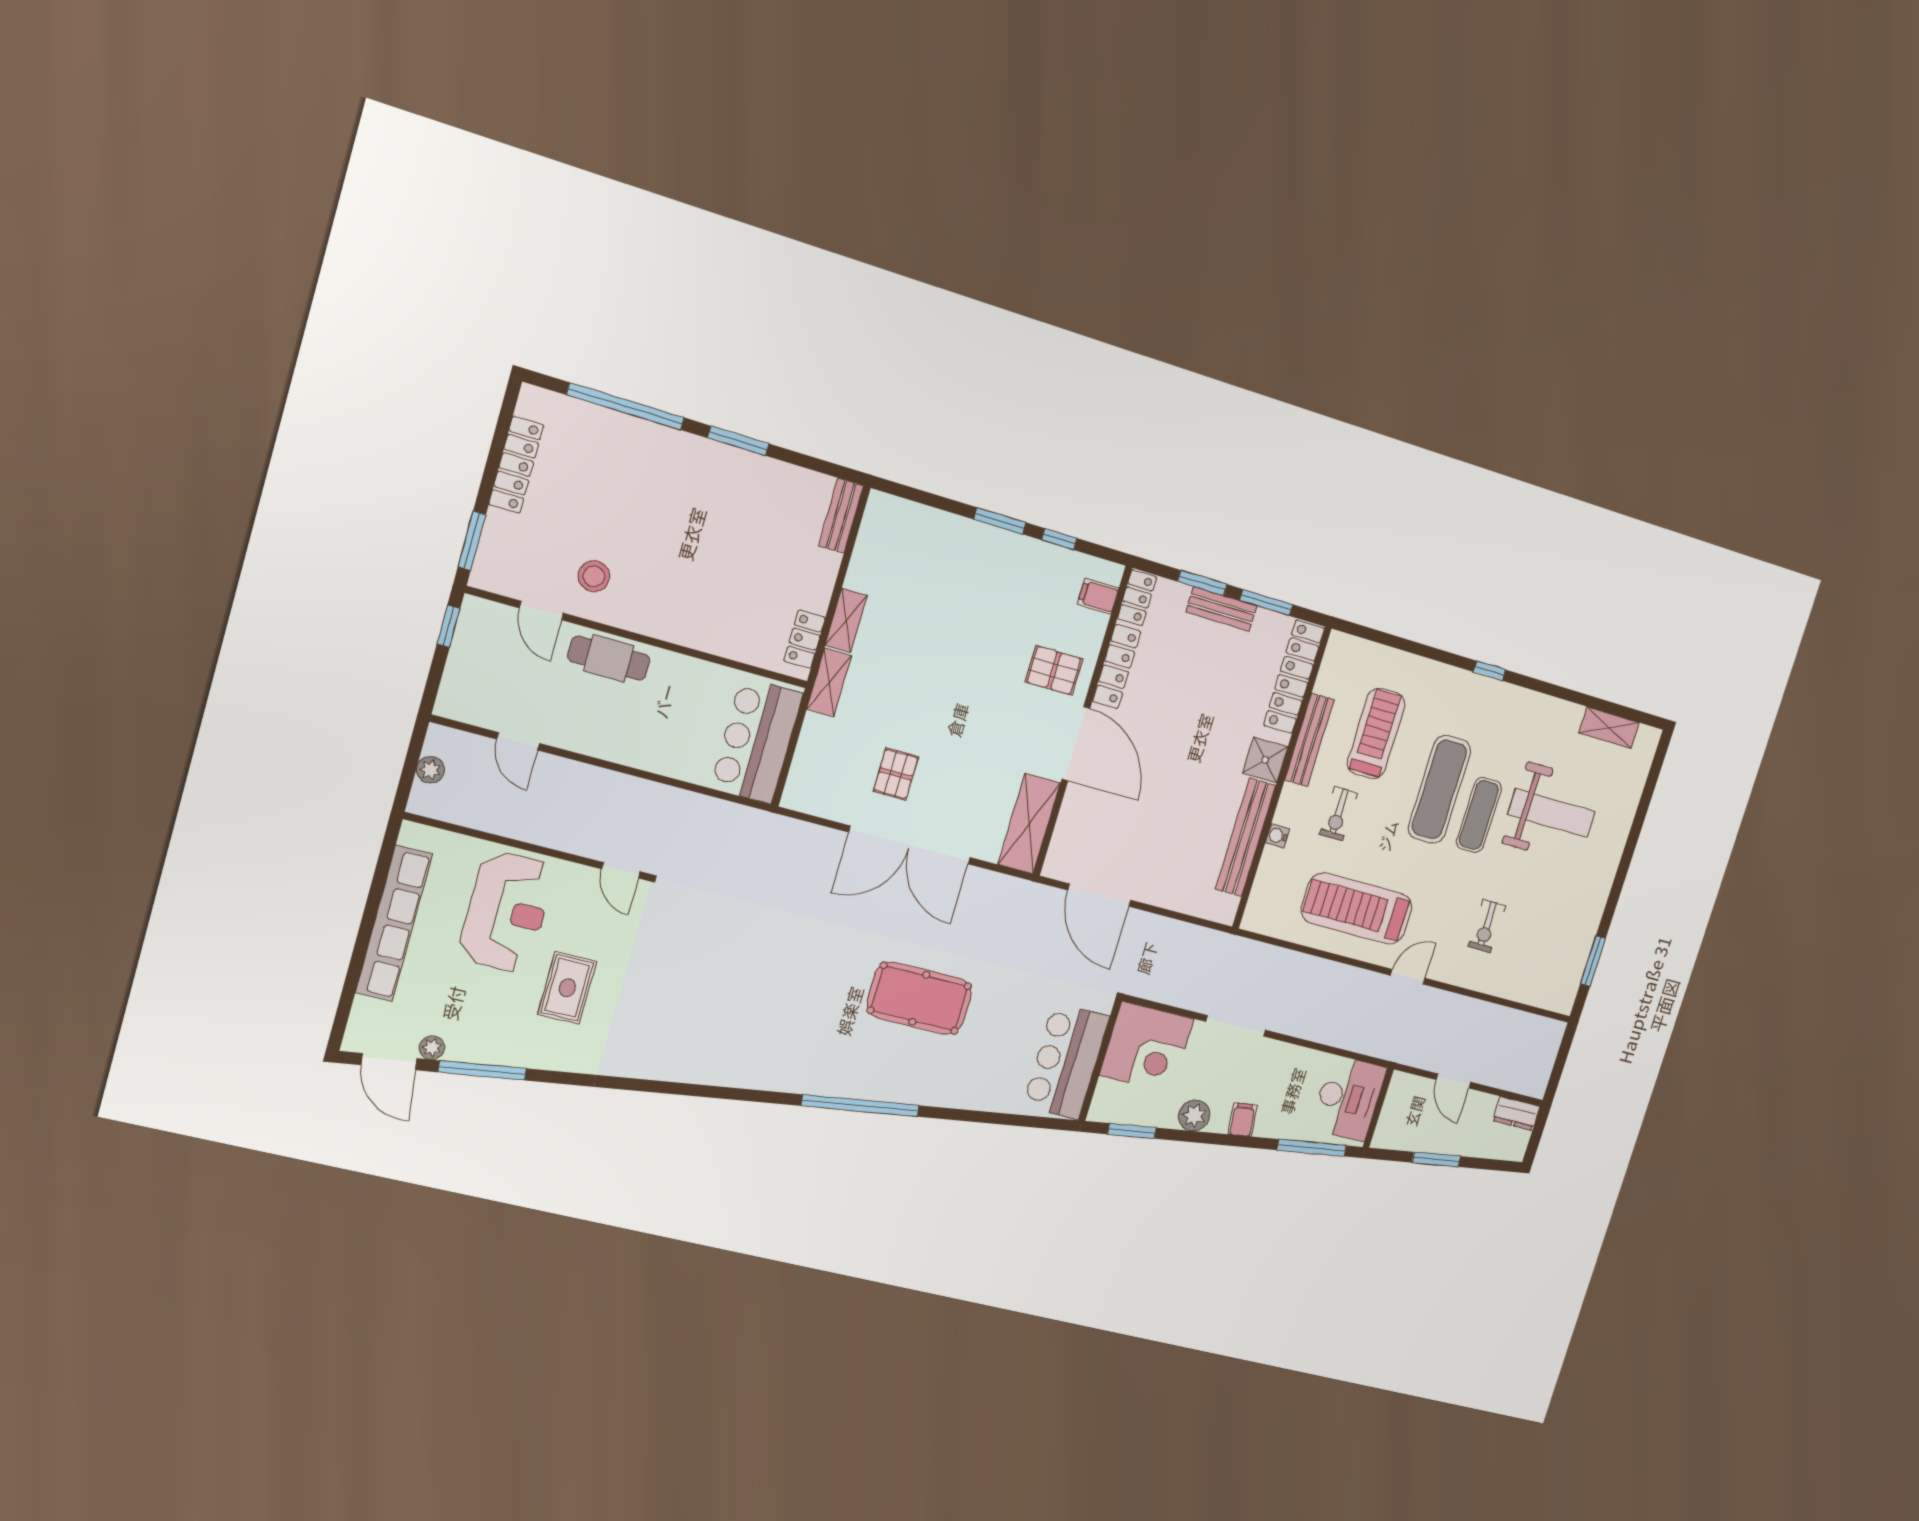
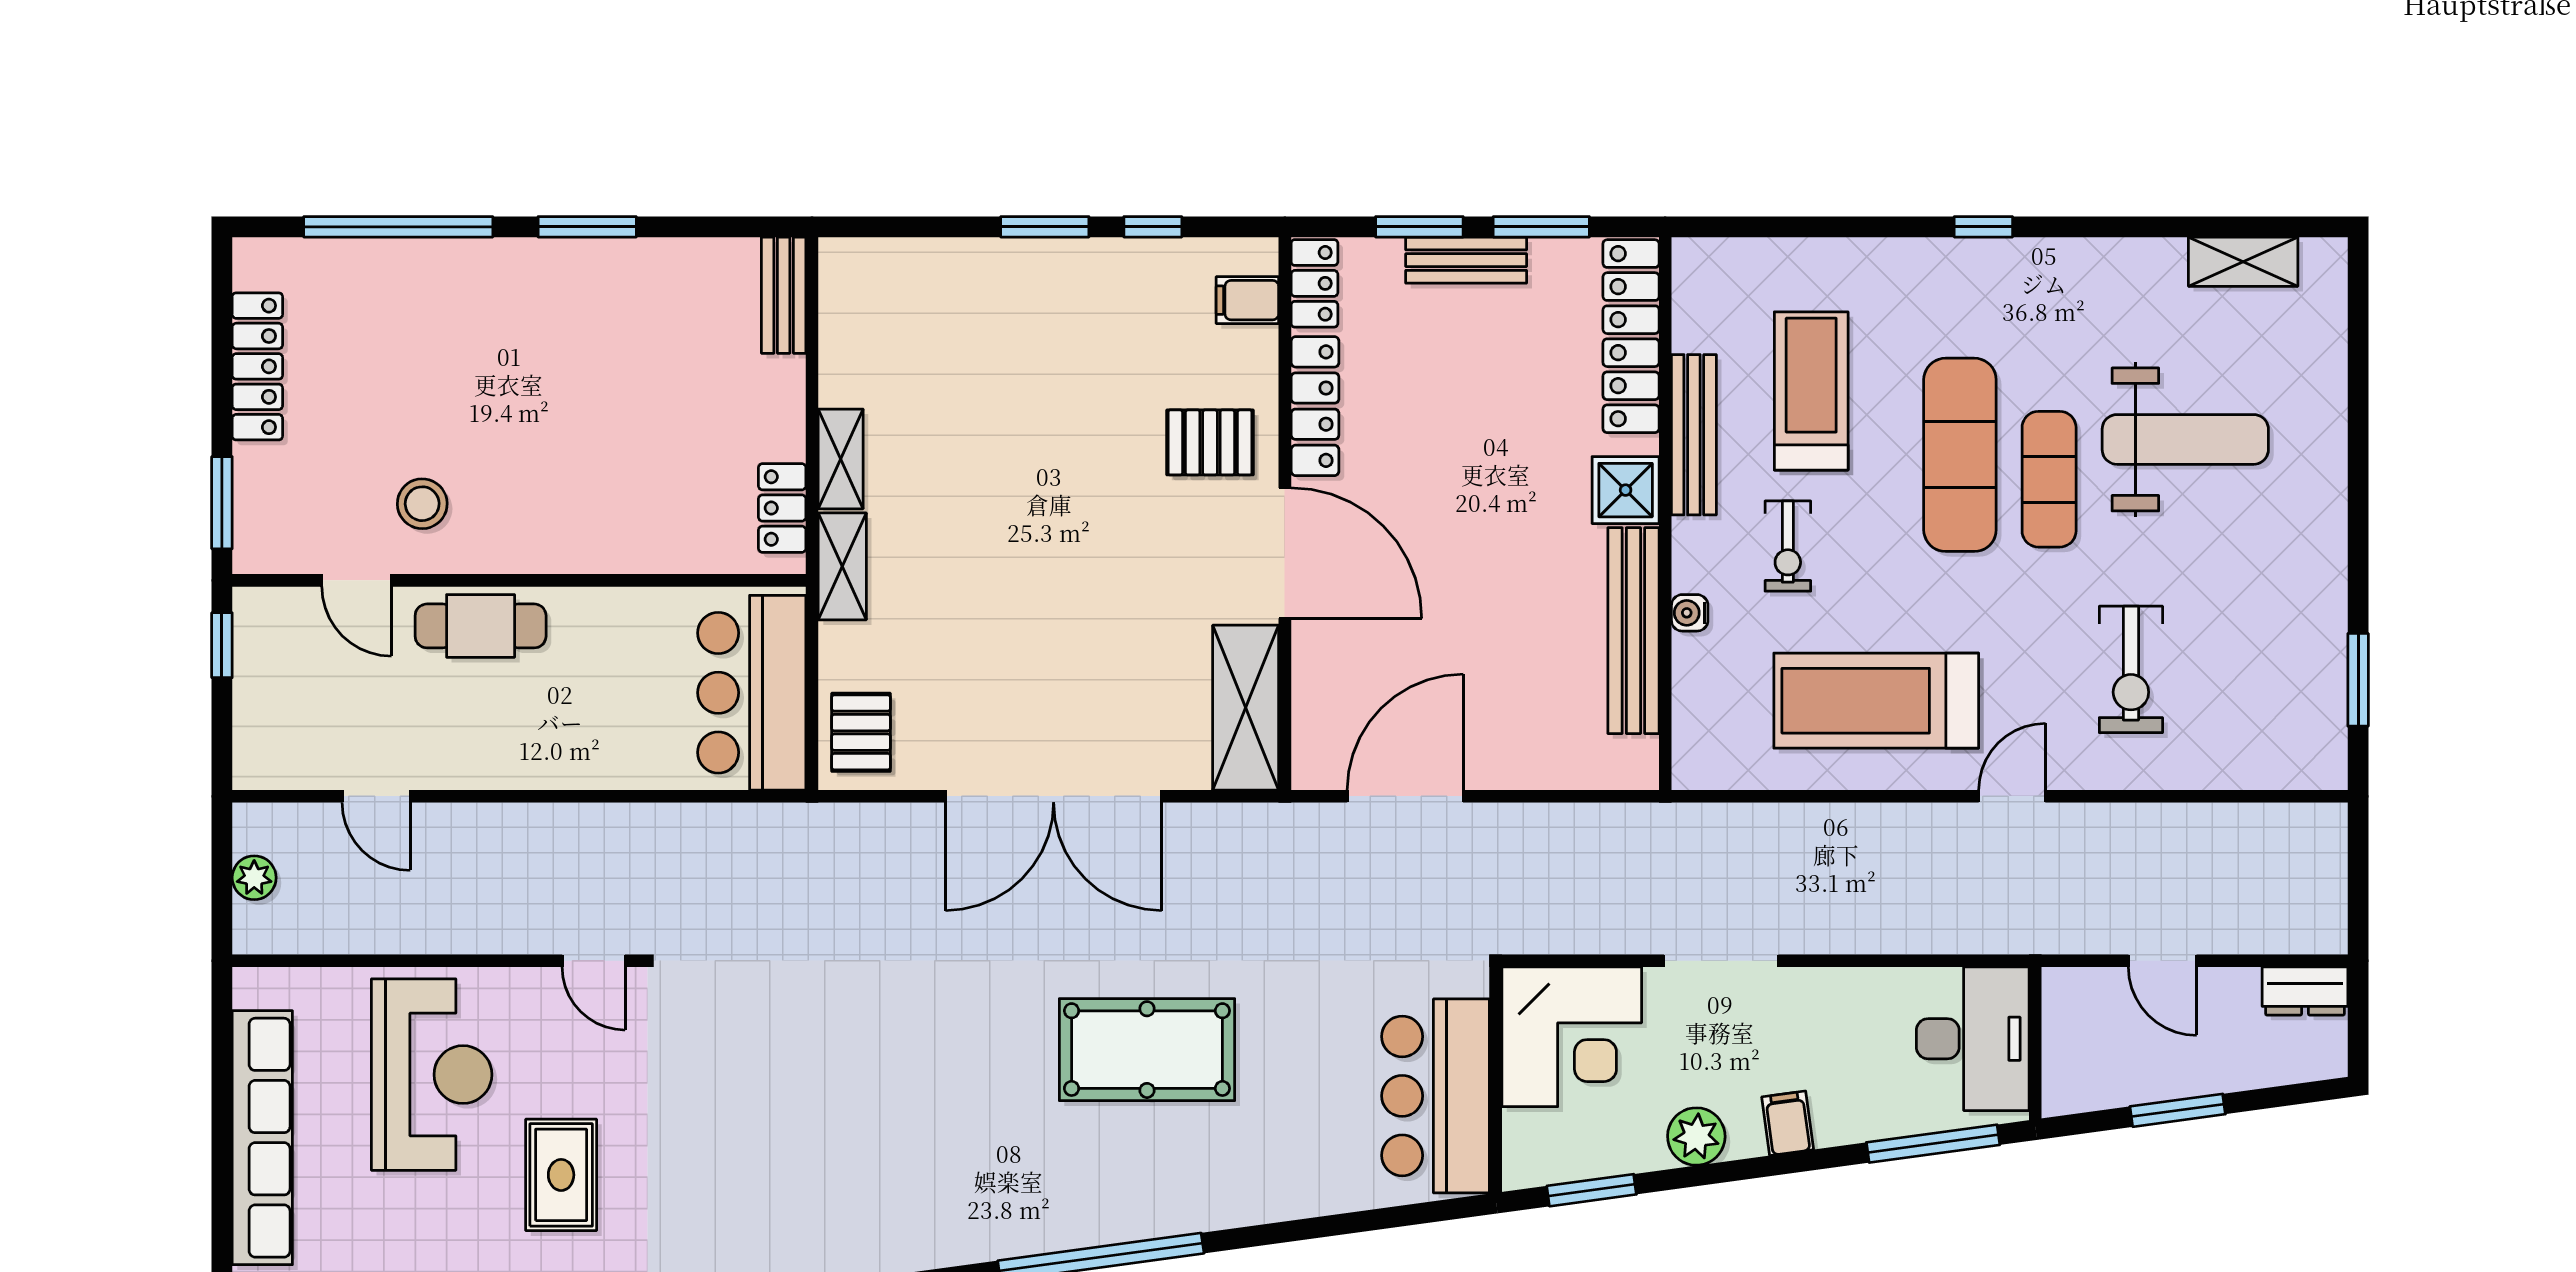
pallet: (896, 774) -> (861, 732), moved
door: (1099, 895) -> (1405, 796), swing flipped
exercise bike: (1487, 926) -> (2131, 669), width x1.38, depth x1.39

